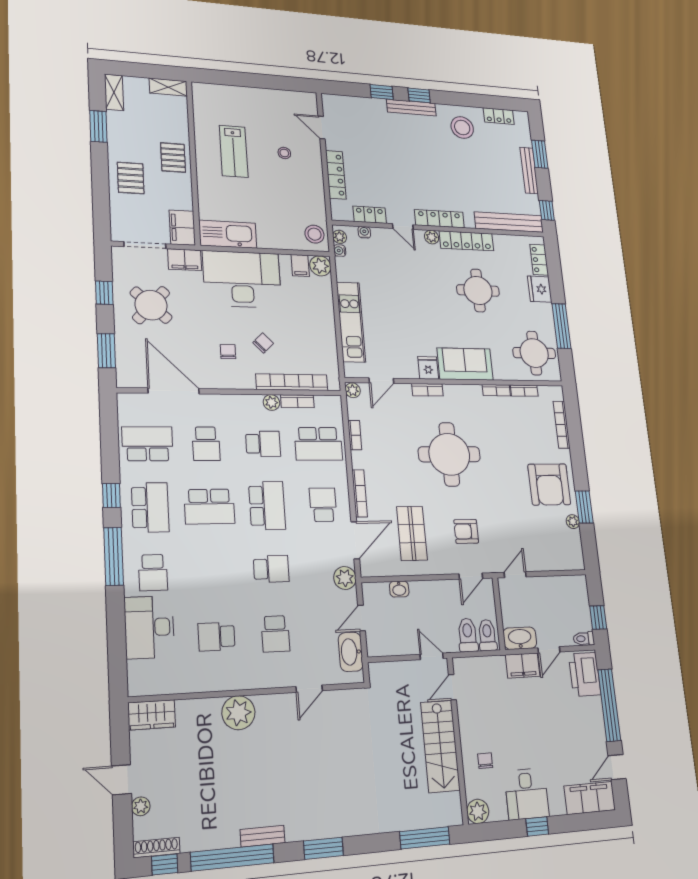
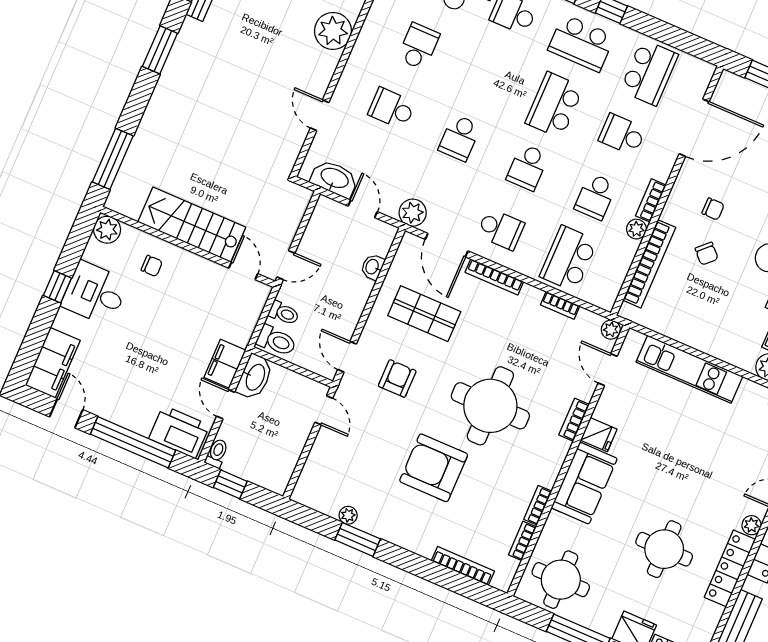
bookcase: (297, 401) -> (651, 200), moved
armchair: (549, 484) -> (434, 468), moved
school desk: (267, 506) -> (527, 167), width x0.54
toilet: (468, 635) -> (284, 313), width x0.73, depth x0.72

